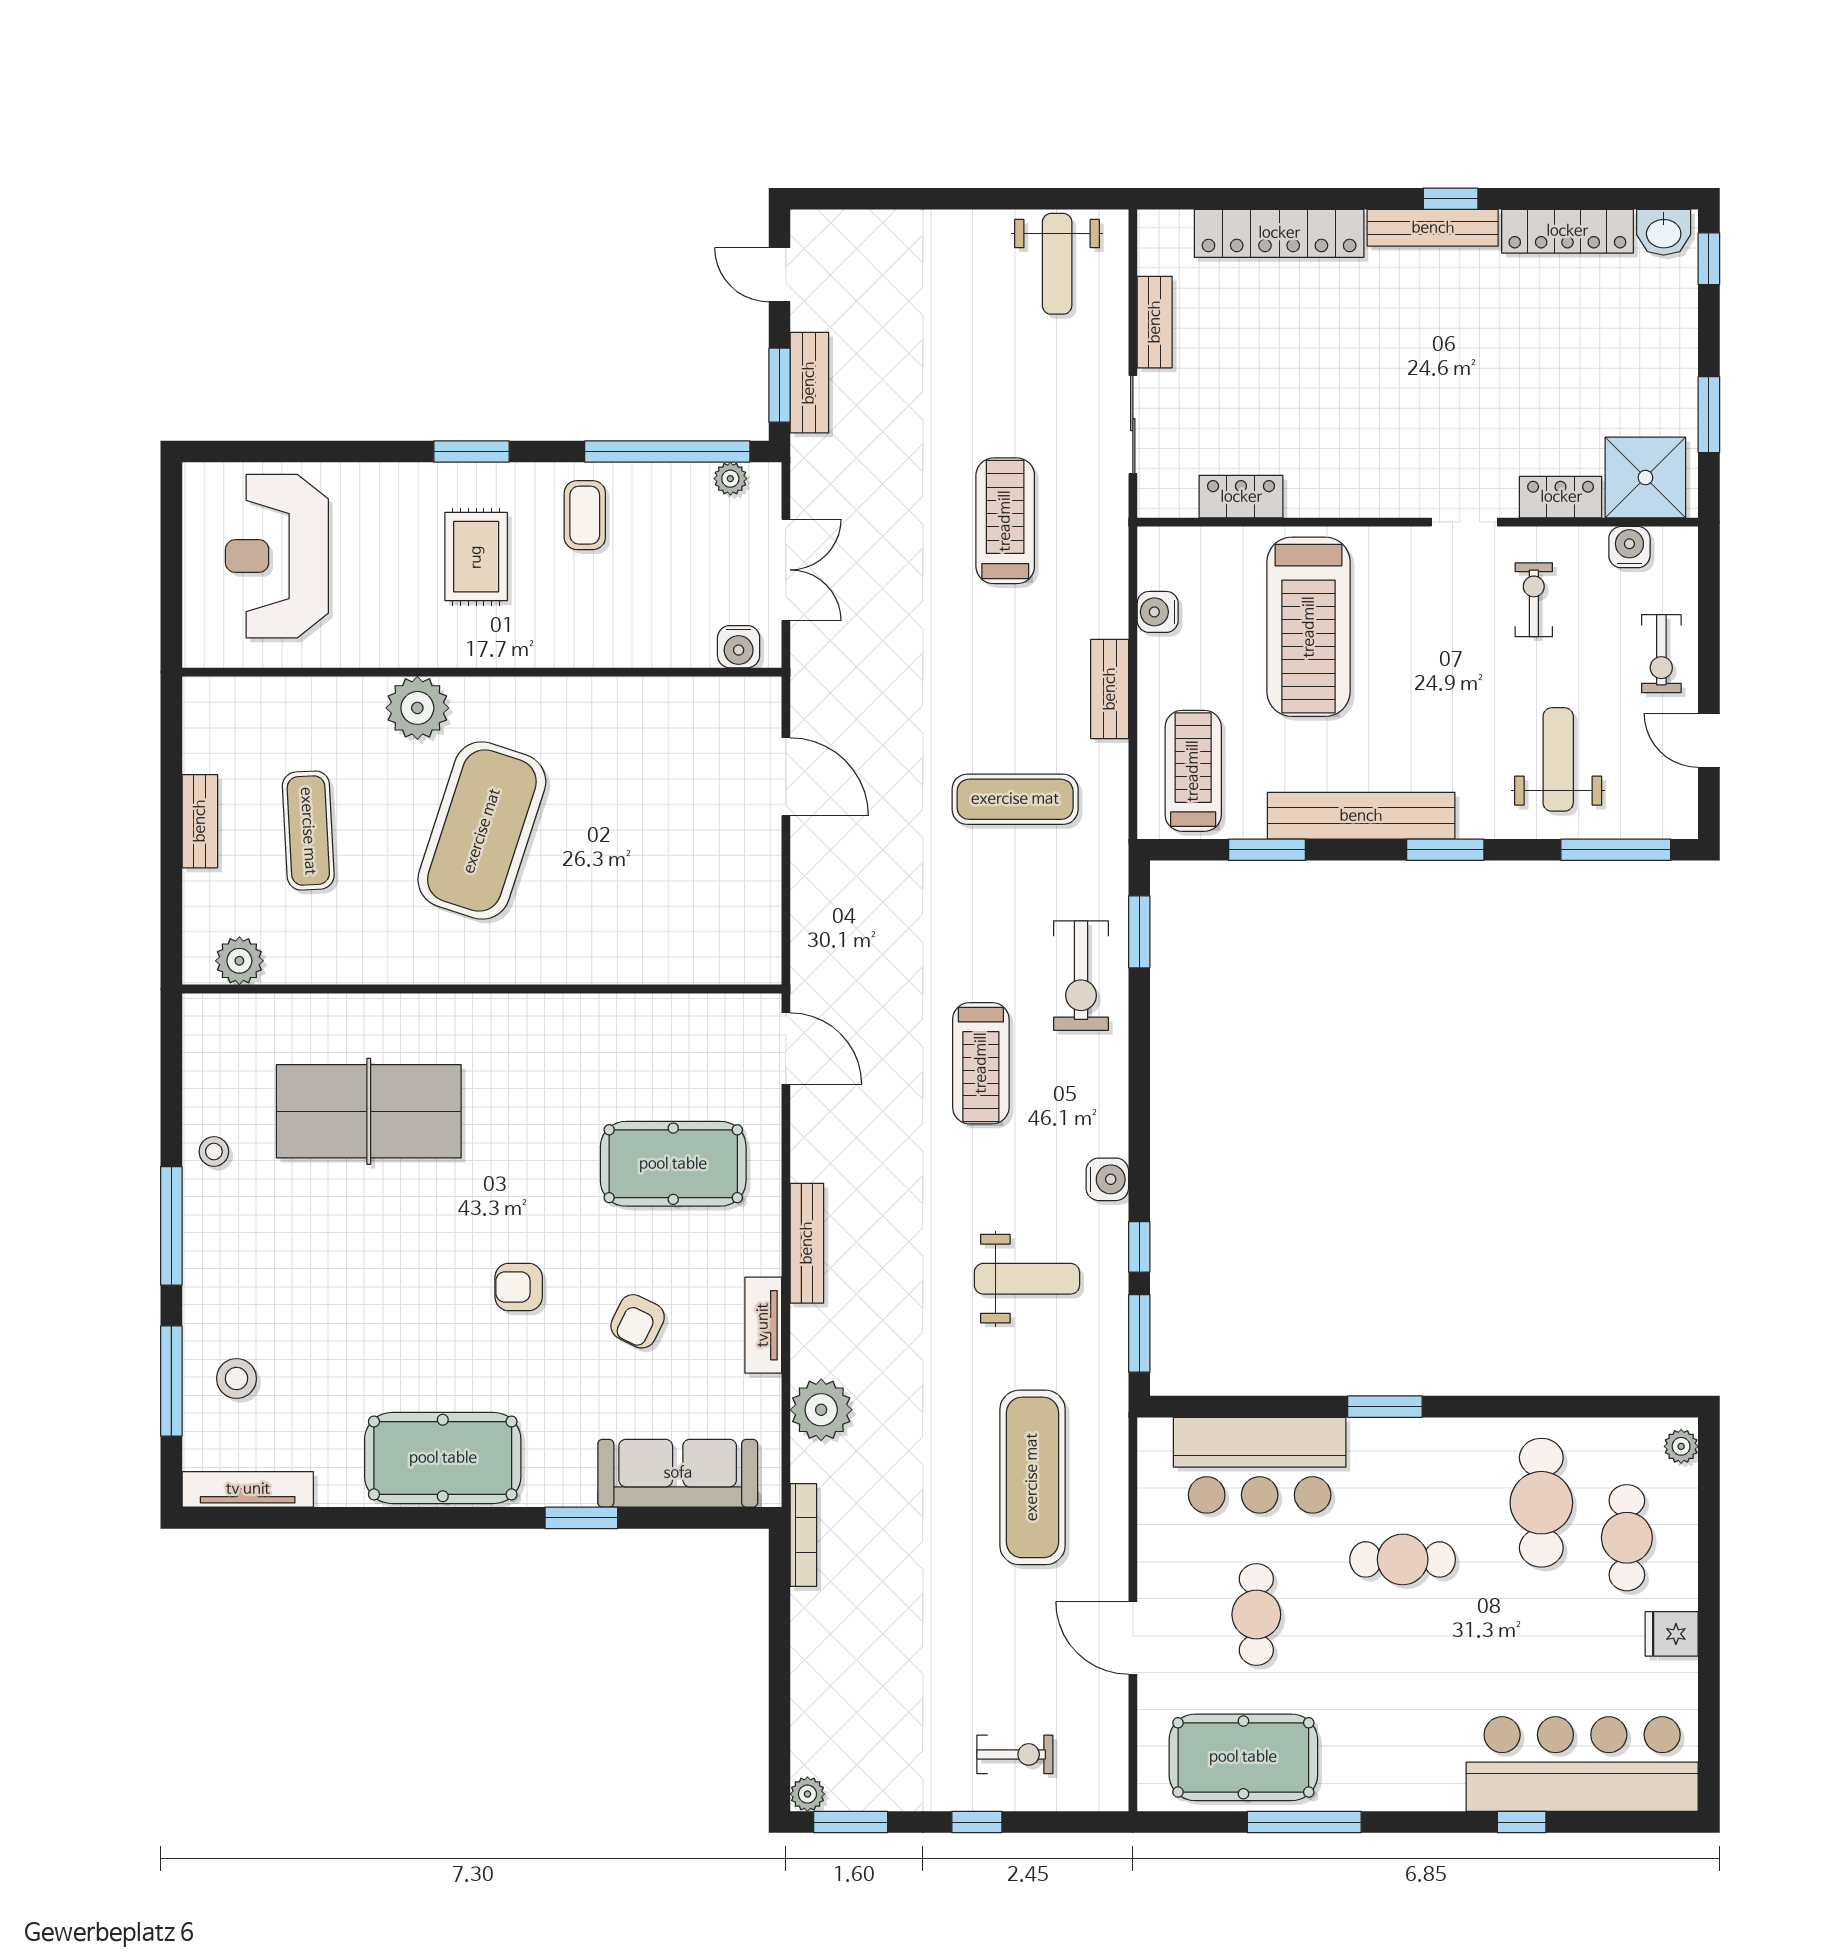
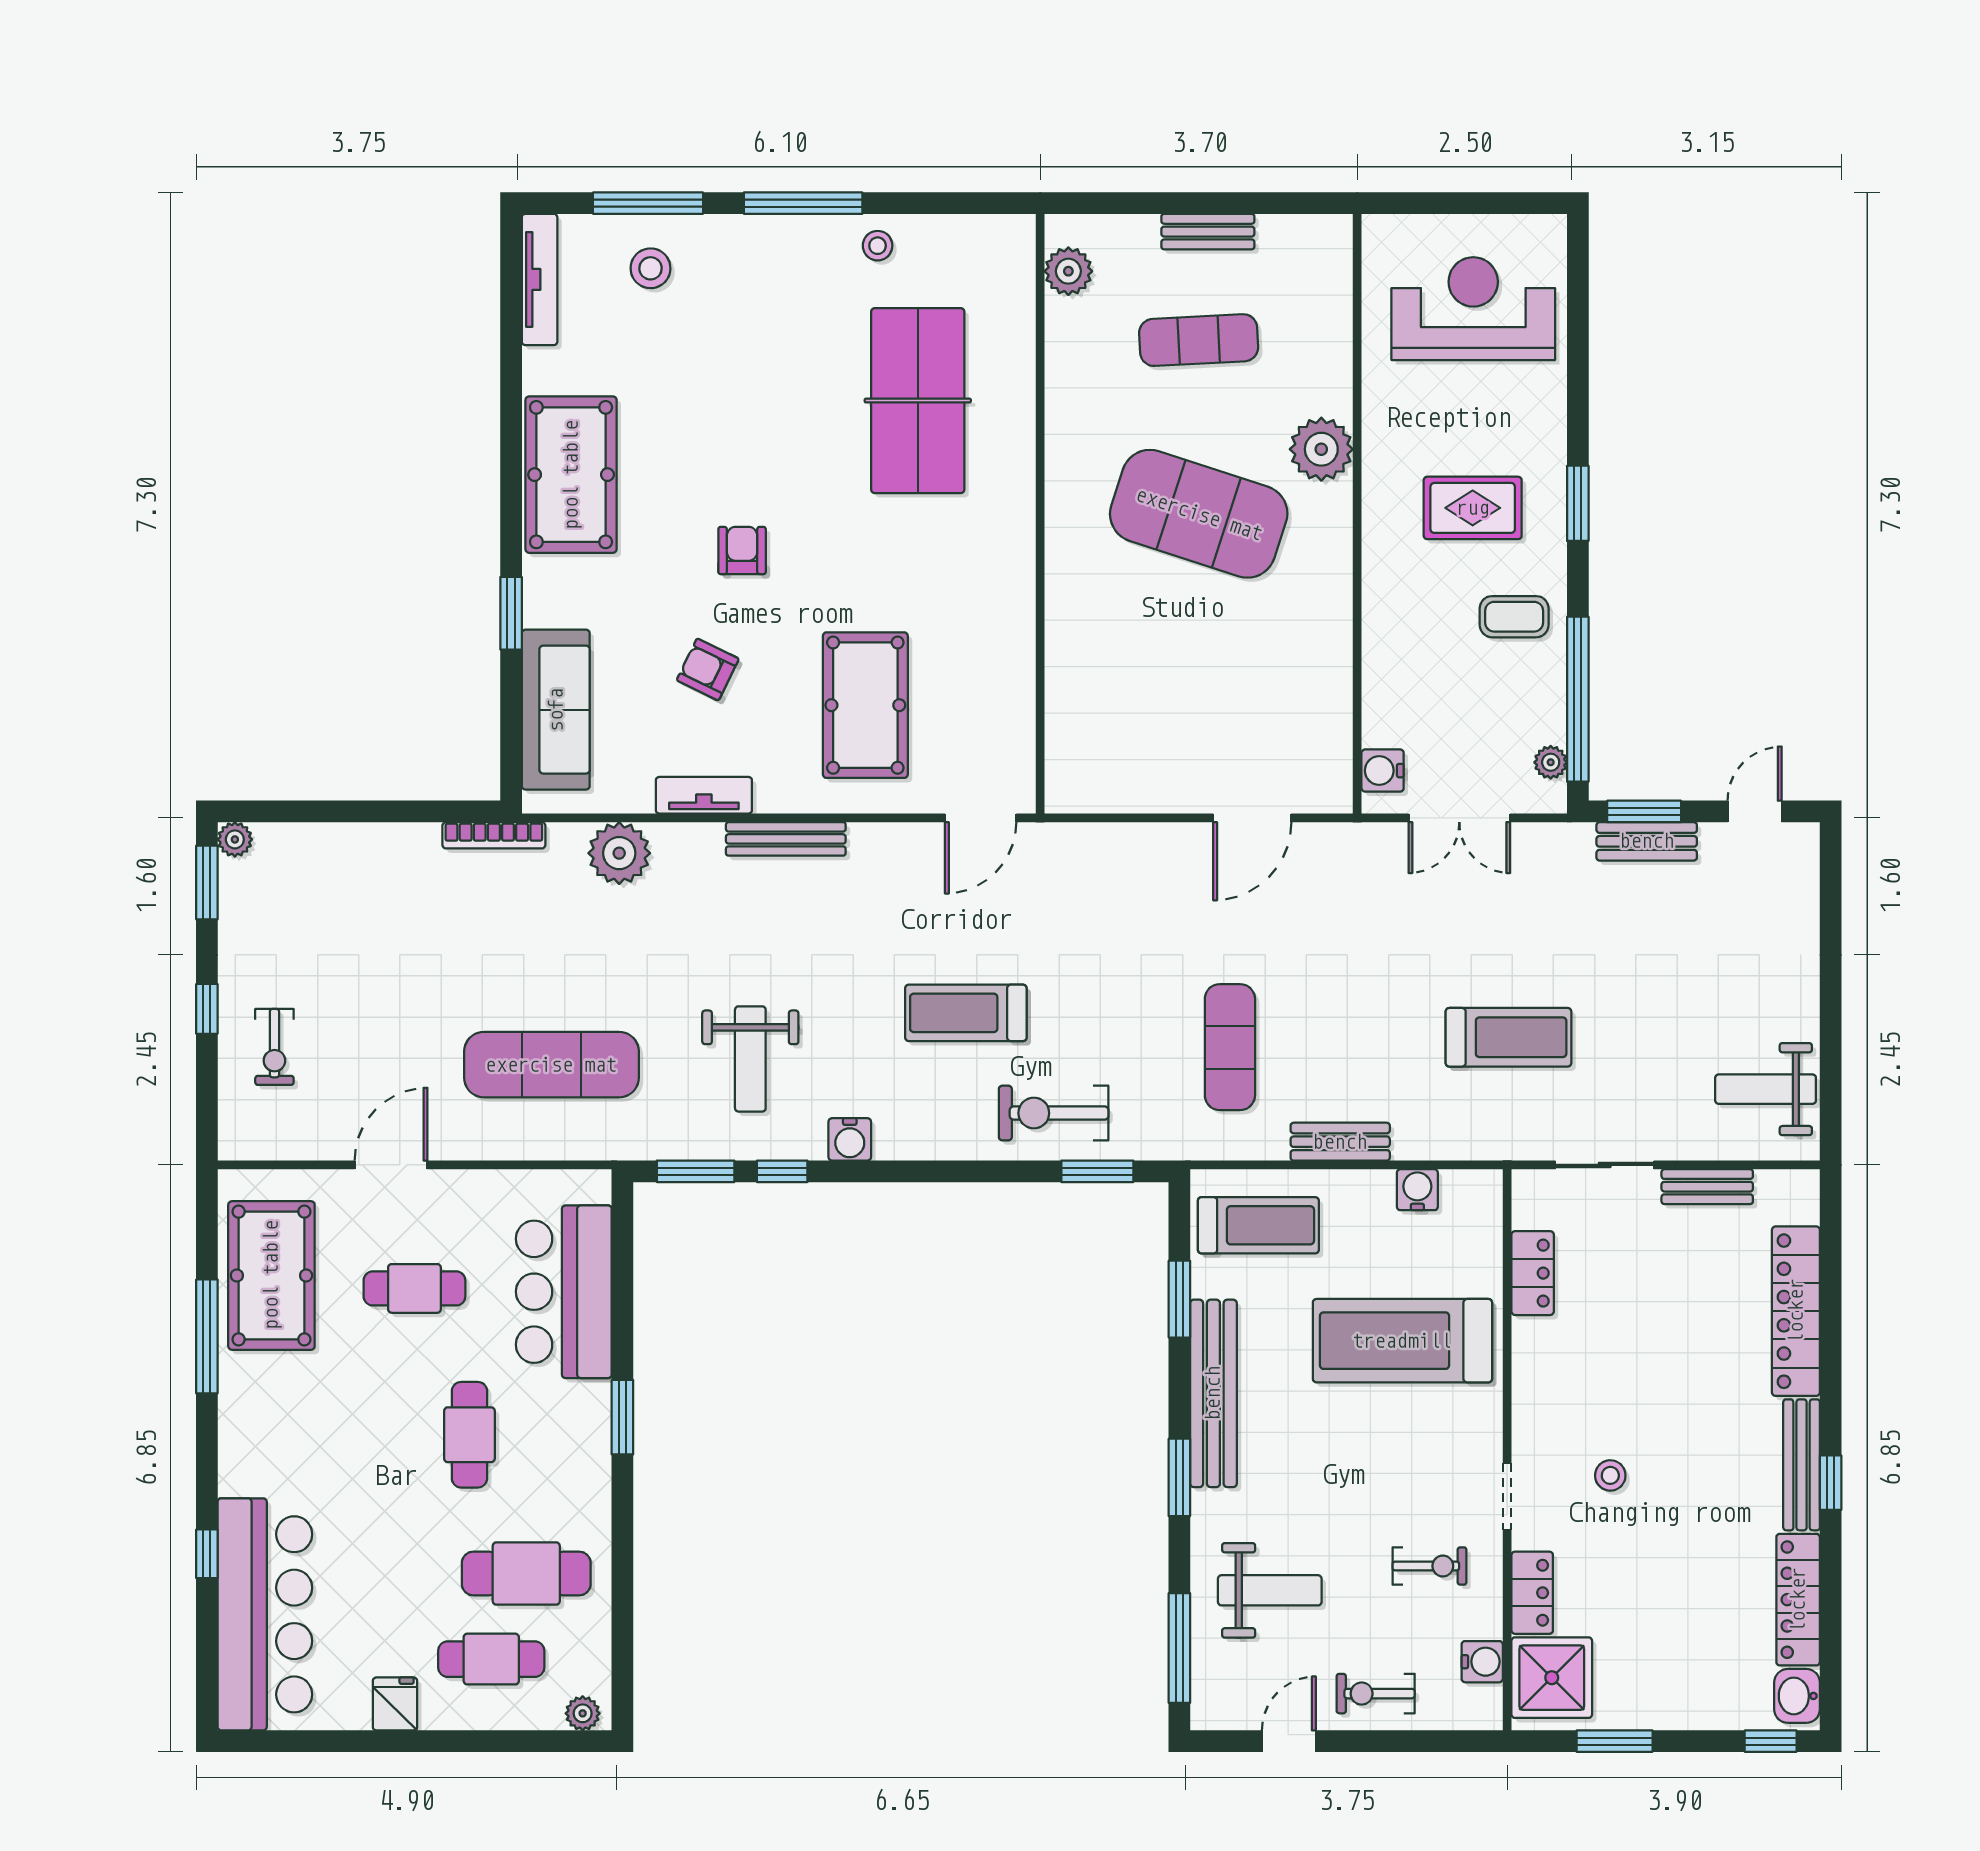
stool: (1443, 419) -> (1610, 1475), added

